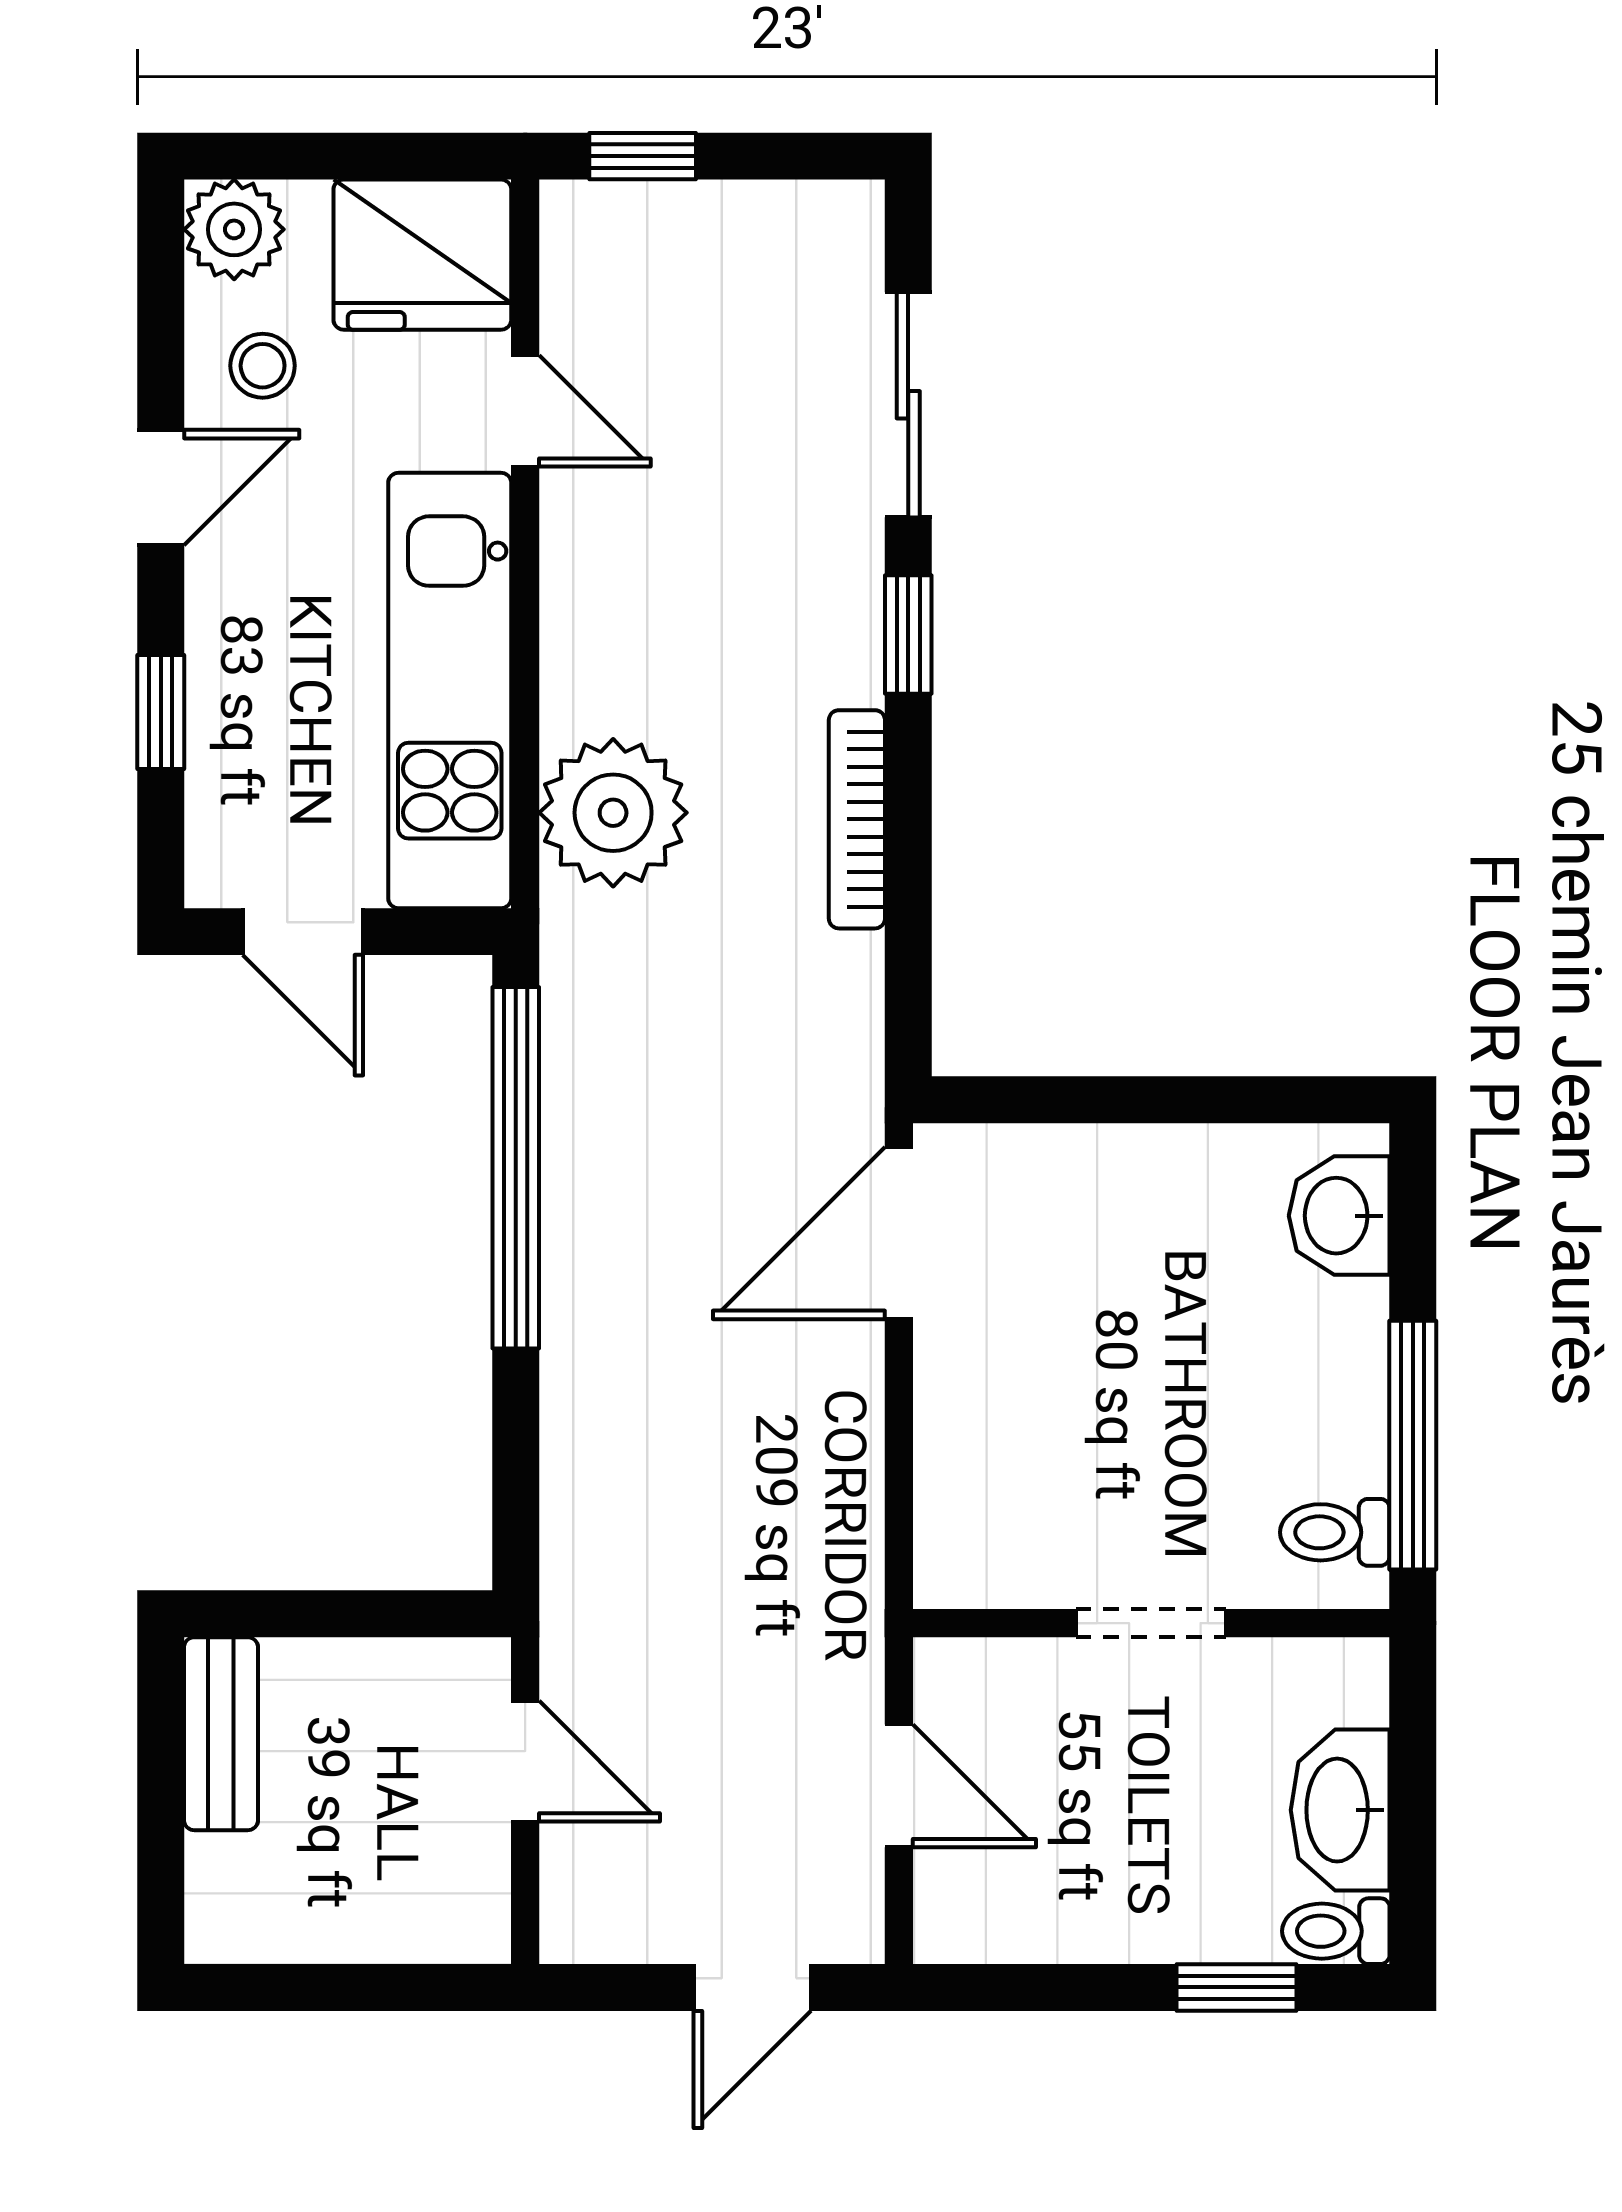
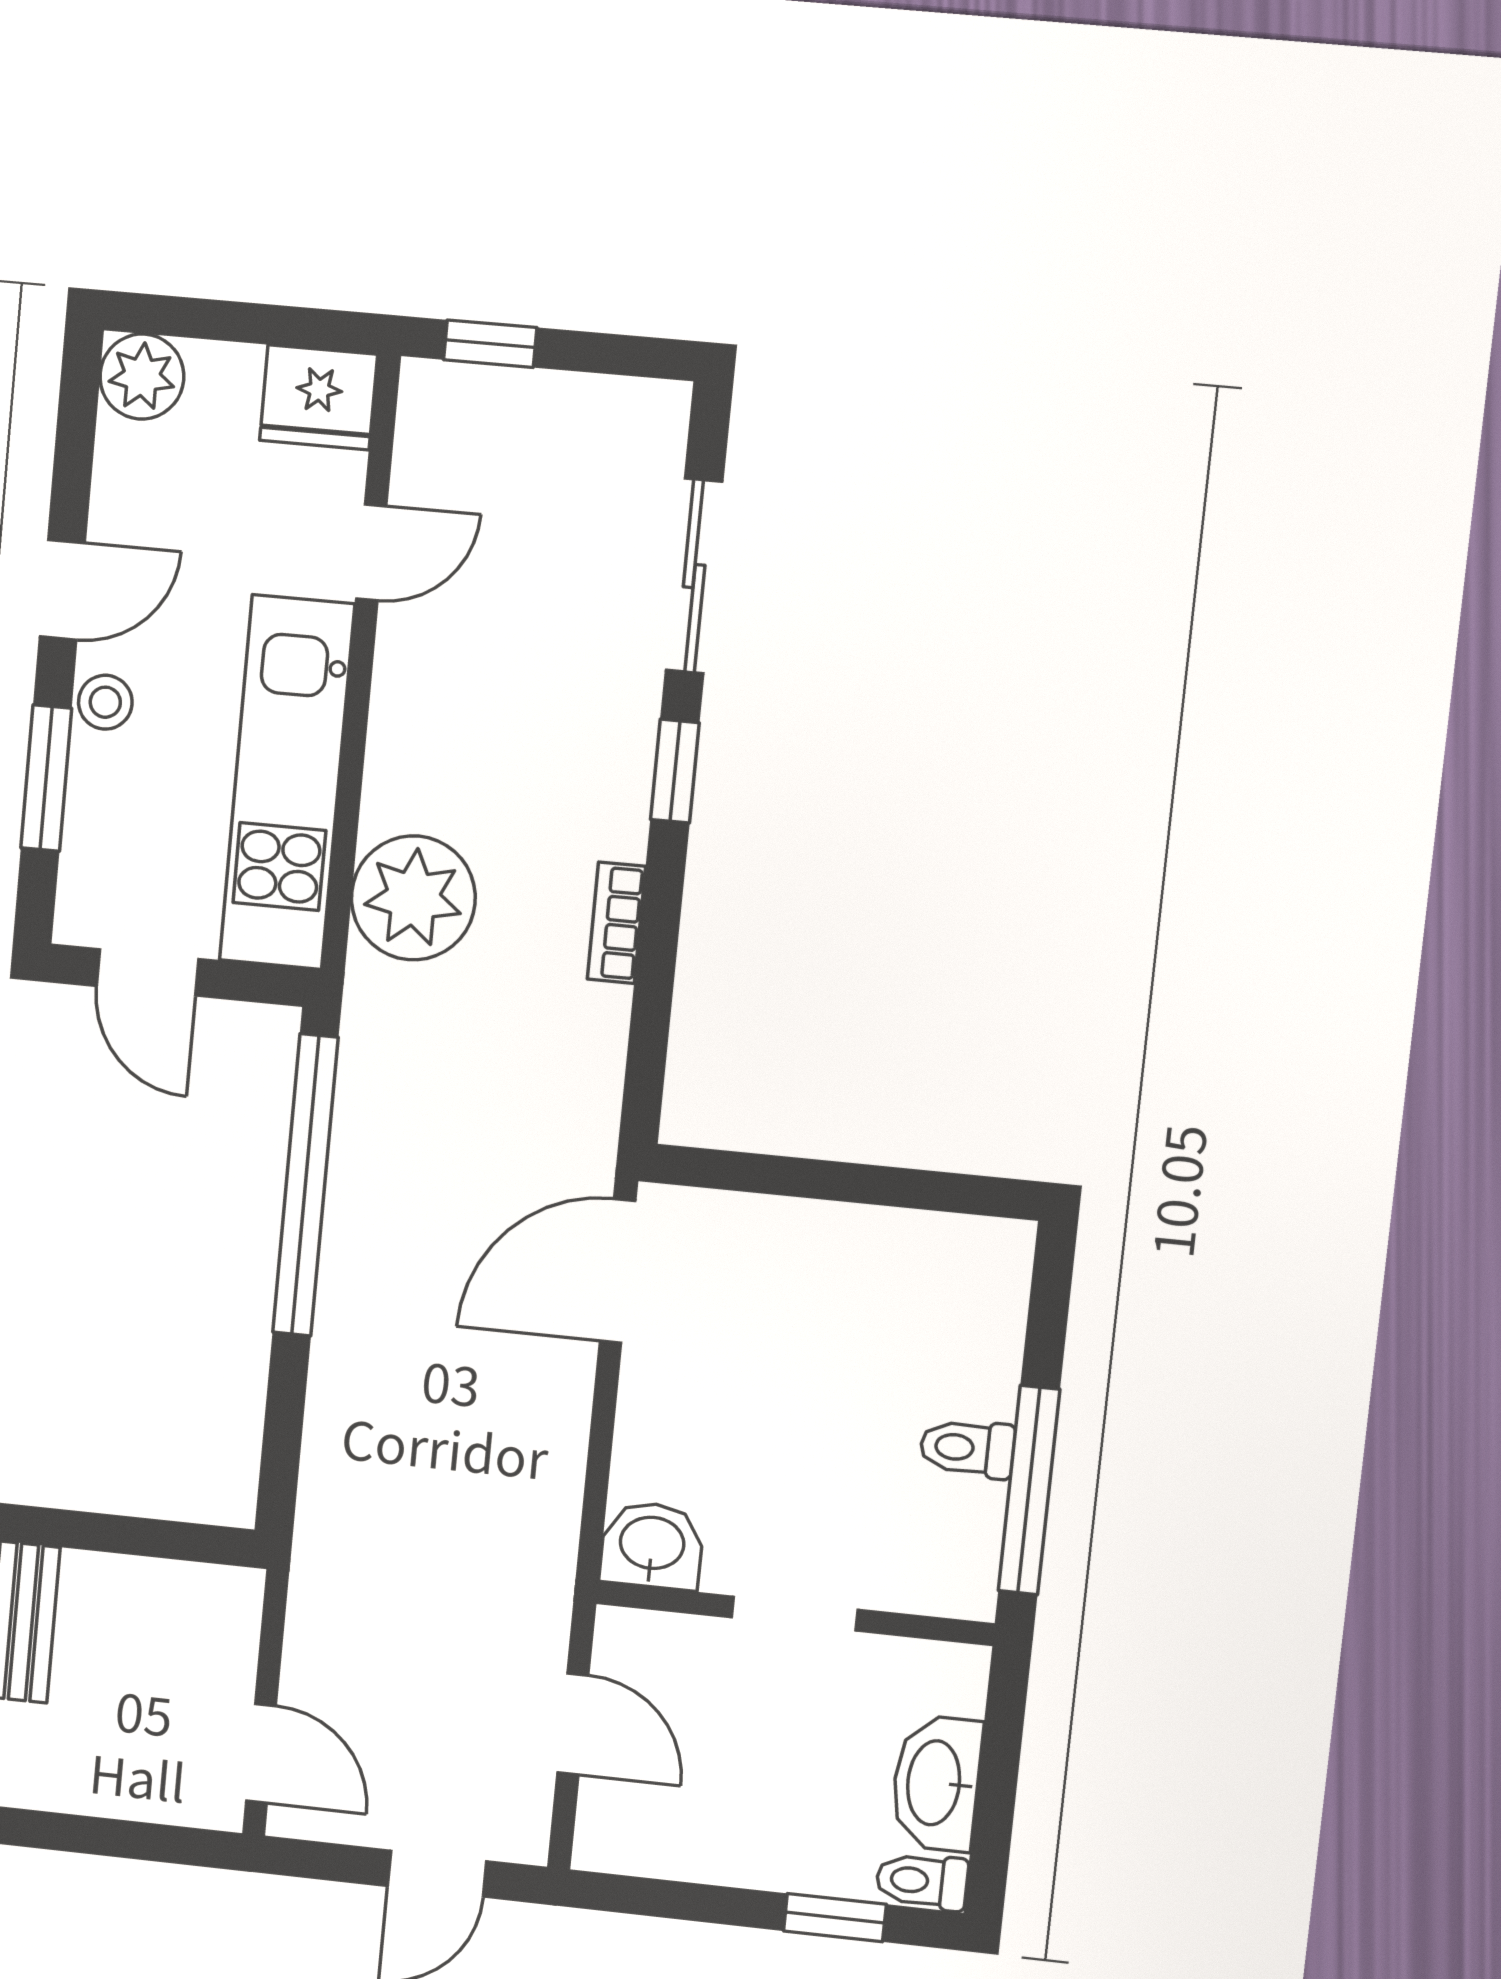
fridge: (422, 255) -> (319, 397), width x0.73, depth x0.75
stool: (263, 366) -> (105, 702), moved
door: (525, 411) -> (371, 552), hinge flipped
window: (161, 712) -> (46, 778), width x1.50
bookcase: (857, 819) -> (616, 923), width x0.64
washbasin: (1339, 1216) -> (652, 1545), moved, turned 90
toilet: (1335, 1532) -> (967, 1448), moved
door: (525, 1761) -> (261, 1753), moved

